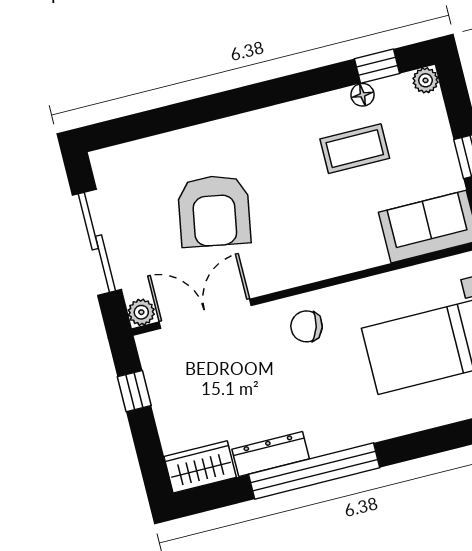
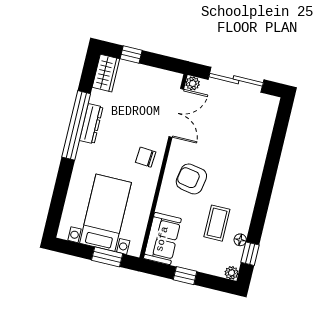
armchair: (214, 211) -> (191, 179), moved, width x0.73, depth x0.73
chair: (306, 326) -> (146, 157), turned -103
window: (134, 391) -> (131, 55), moved
dresser: (271, 454) -> (91, 124), moved

